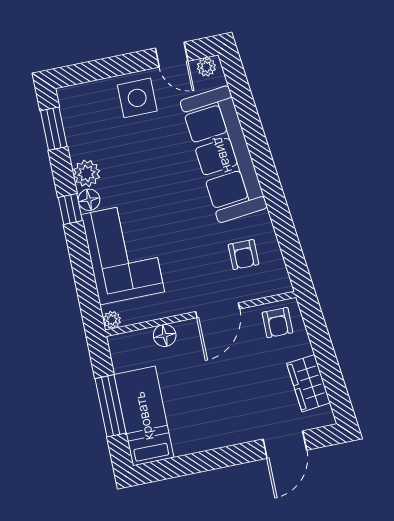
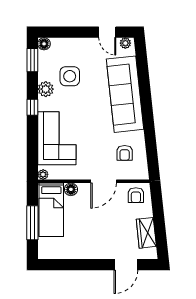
side table: (137, 98) -> (70, 76), moved
floor lamp: (89, 200) -> (44, 44), moved
bed: (144, 416) -> (51, 210), moved, turned 180

